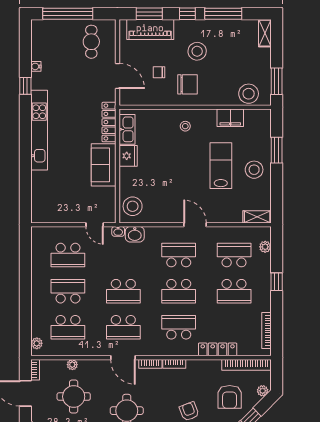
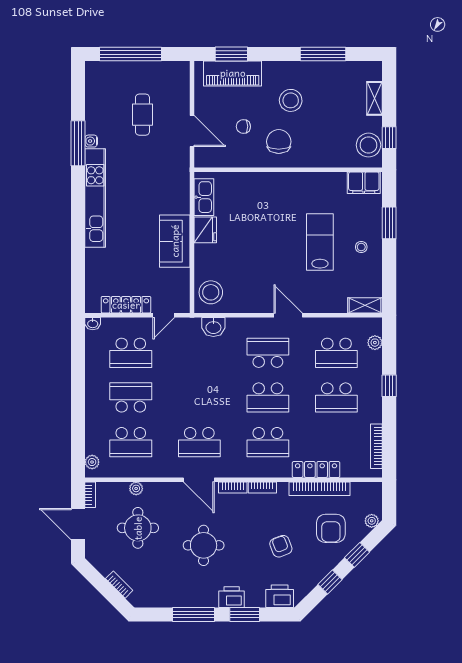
window: (187, 14) -> (279, 54), removed
shelving: (265, 33) -> (374, 98), moved
cafe table: (91, 42) -> (142, 115), moved
water cooler: (36, 66) -> (91, 141), moved
window: (277, 81) -> (389, 138), width x0.67
chair: (187, 84) -> (279, 142), turned -90
window: (25, 86) -> (78, 143), width x2.17
stool: (249, 94) -> (368, 145), moved
filing cabinet: (230, 118) -> (364, 183), moved
locker: (109, 122) -> (126, 305), moved, turned 90
stool: (185, 126) -> (276, 193), removed
stool: (254, 170) -> (361, 247), width x0.53, depth x0.53
door: (95, 225) -> (164, 315), hinge flipped
washbasin: (118, 231) -> (93, 324), moved
school desk: (234, 255) -> (336, 353), turned 180
school desk: (123, 291) -> (199, 397), removed
school desk: (179, 327) -> (268, 442), turned 180
bookcase: (247, 365) -> (320, 489), moved

